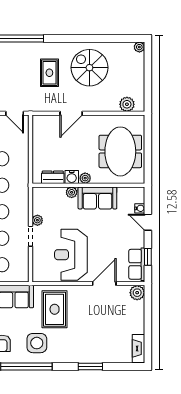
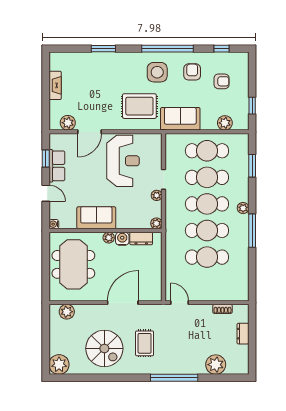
plant: (139, 47) -> (59, 365), width x1.88, depth x1.88
door: (71, 113) -> (123, 303), width x1.36
plant: (72, 192) -> (156, 223), moved
water cooler: (140, 208) -> (54, 224), moved
row of seats: (137, 264) -> (57, 166), moved
plant: (137, 293) -> (68, 123), moved
rug: (55, 309) -> (139, 106), turned 90
fireplace: (139, 348) -> (55, 85), moved

